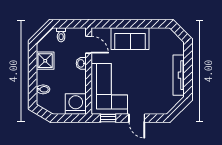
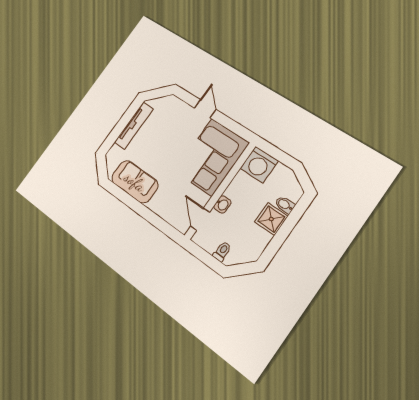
sofa: (130, 39) -> (135, 182), moved
shower: (45, 61) -> (271, 219), moved
window: (108, 118) -> (235, 127), removed

